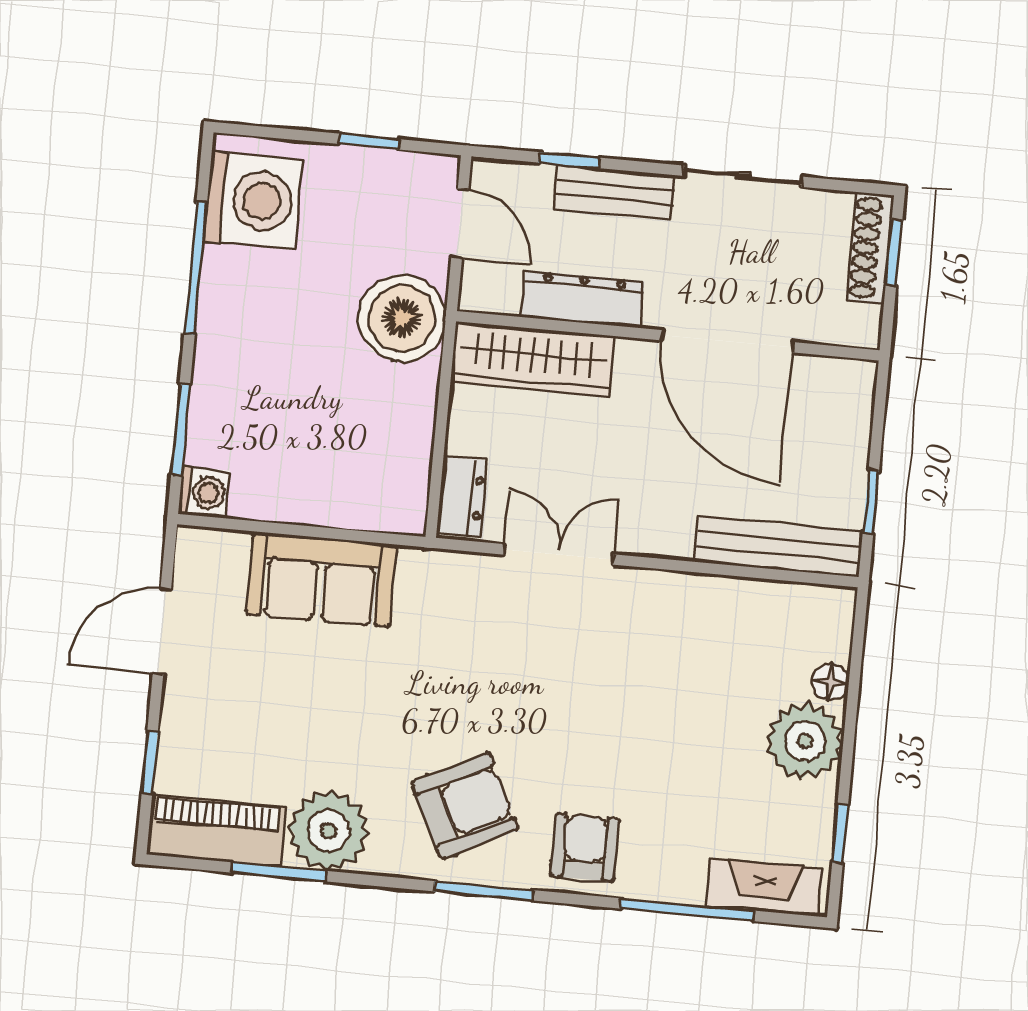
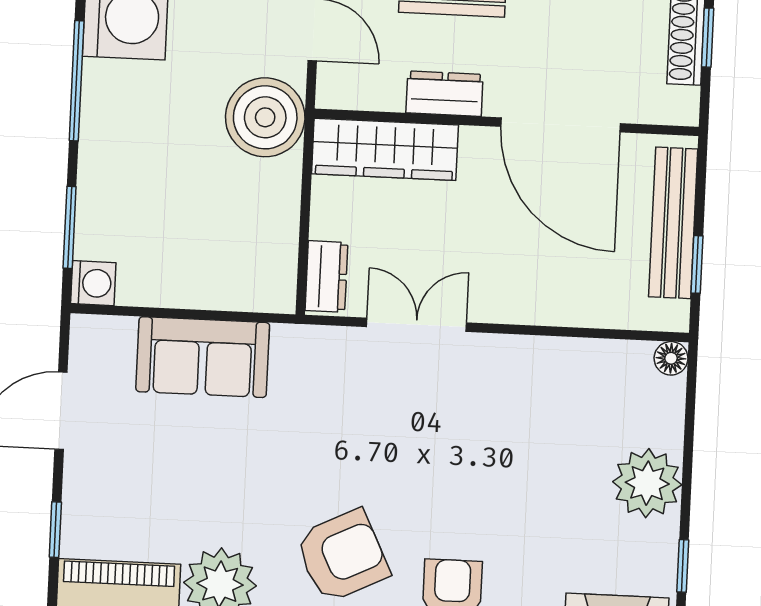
dresser: (583, 299) -> (445, 94), width x0.70
bench: (778, 546) -> (673, 223), moved, turned 90
floor lamp: (830, 682) -> (671, 358), moved

